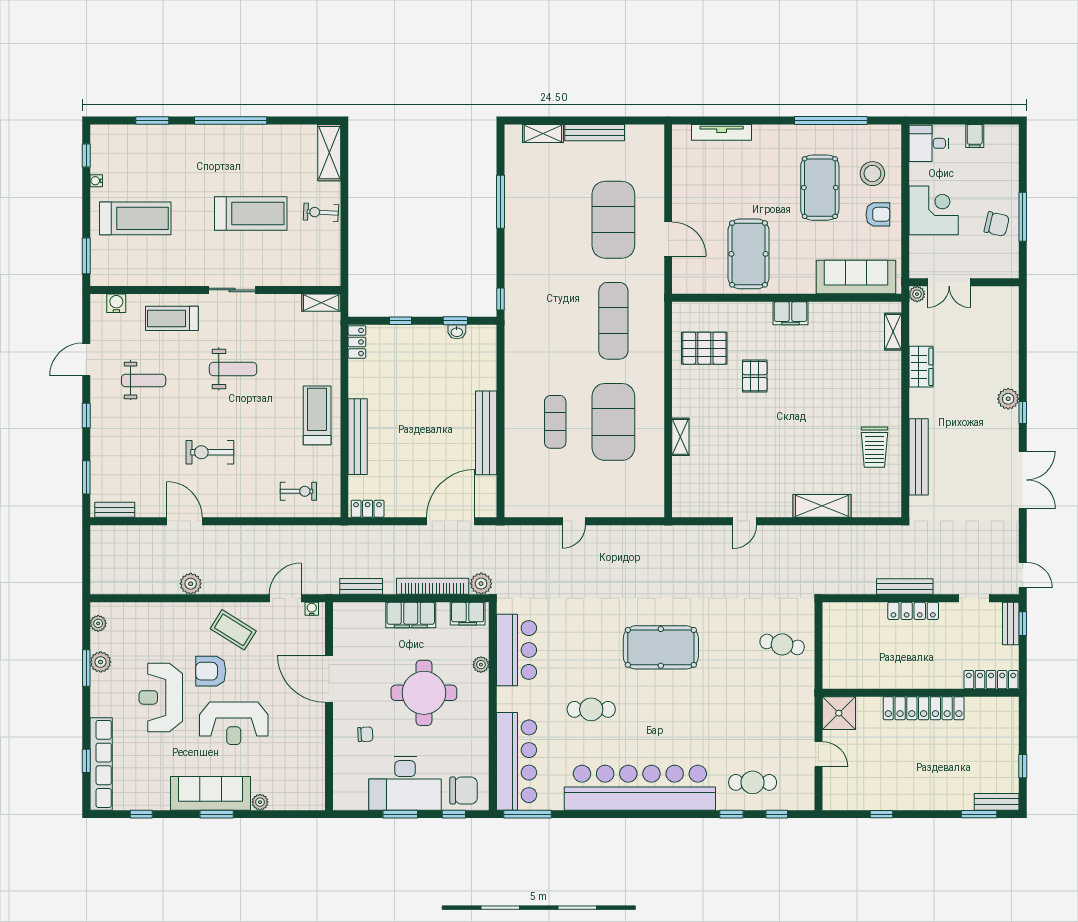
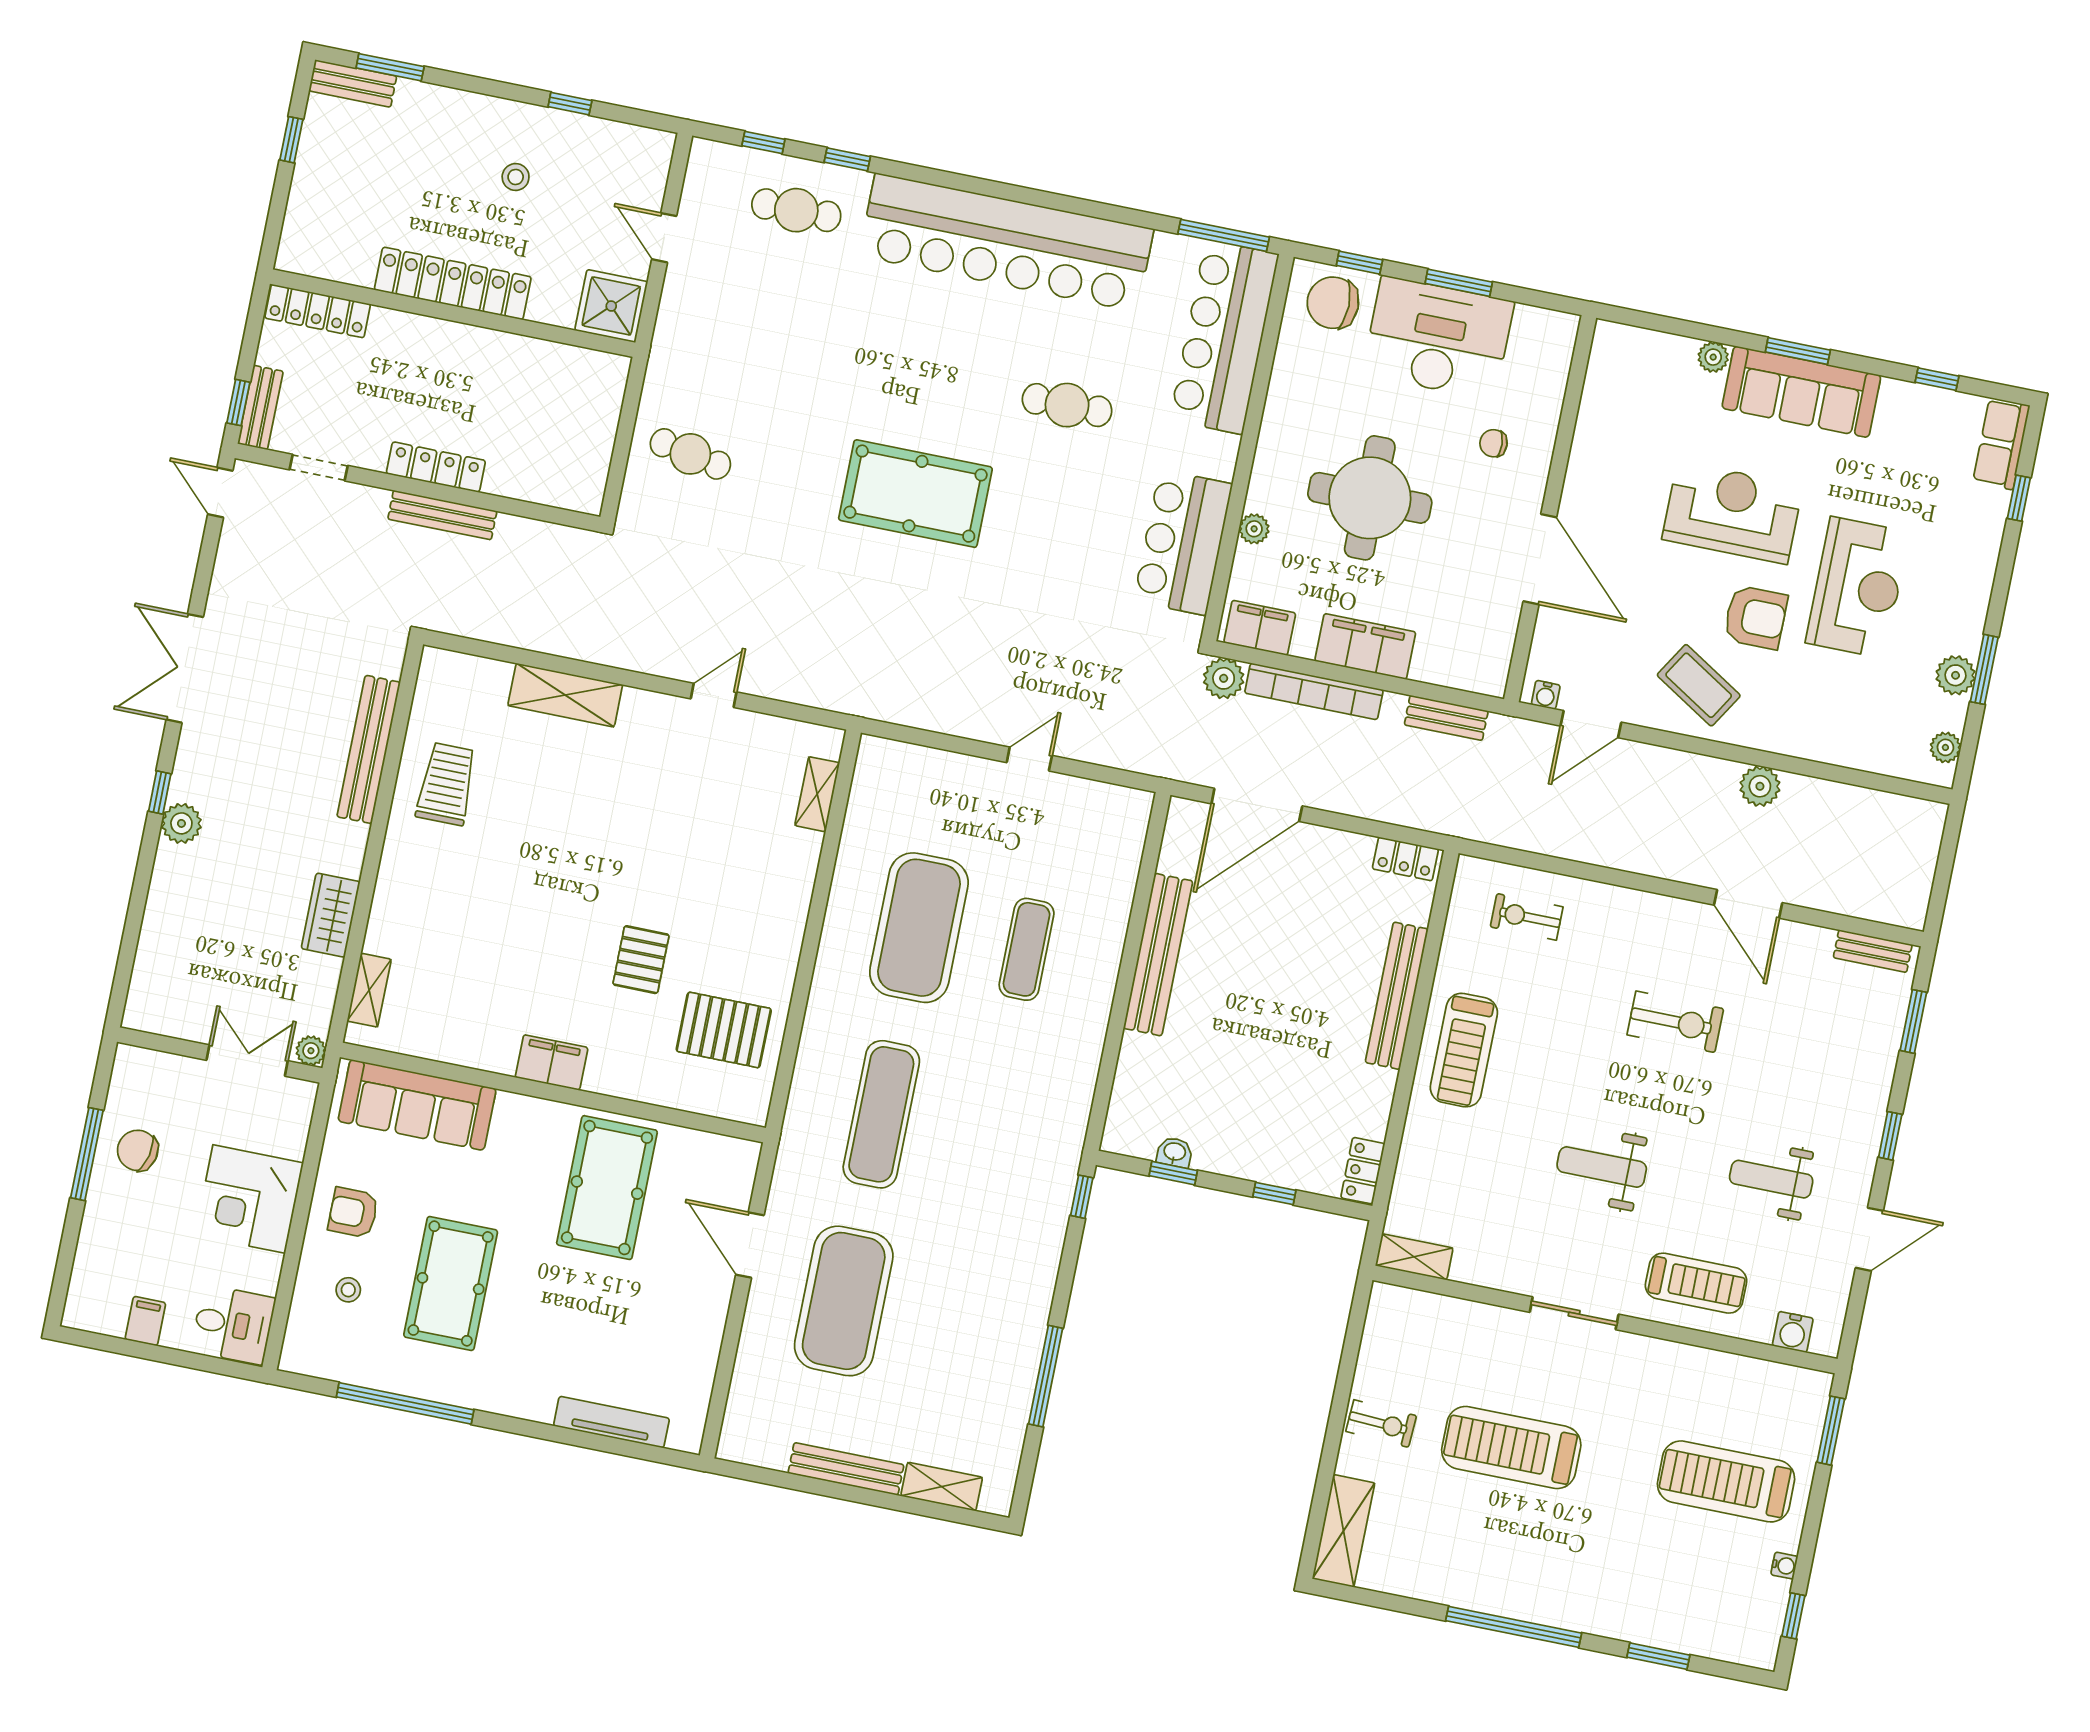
stool: (872, 174) -> (348, 1290), width x0.53, depth x0.53
shelving: (680, 437) -> (817, 794), moved
row of seats: (101, 764) -> (2001, 444), width x0.50
stool: (902, 770) -> (516, 177), added

